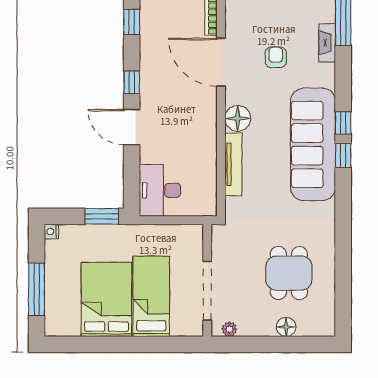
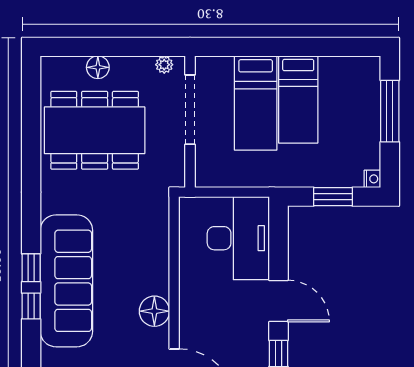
tv unit: (233, 164) -> (160, 257), removed
desk: (160, 190) -> (238, 238), width x1.36, depth x1.30
window: (102, 216) -> (333, 197), moved
dining table: (289, 273) -> (95, 130), width x1.88, depth x1.24
bed: (106, 299) -> (298, 99), width x0.67

